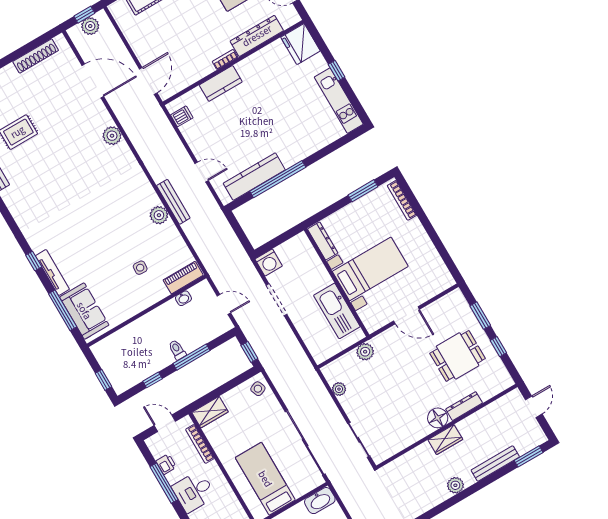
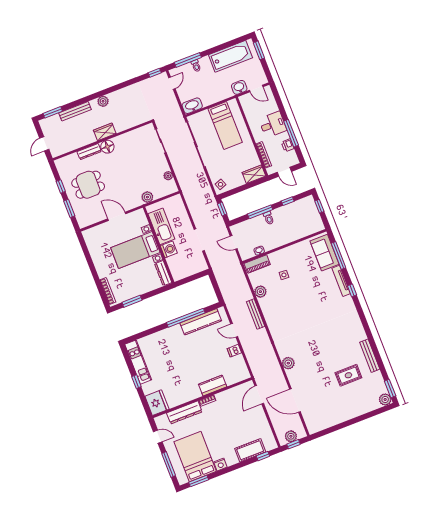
shoe rack: (36, 56) -> (329, 423), removed
dishwasher: (182, 116) -> (234, 351), moved
plant: (159, 215) -> (260, 292), moved
washing machine: (269, 262) -> (169, 249), moved, turned 90

